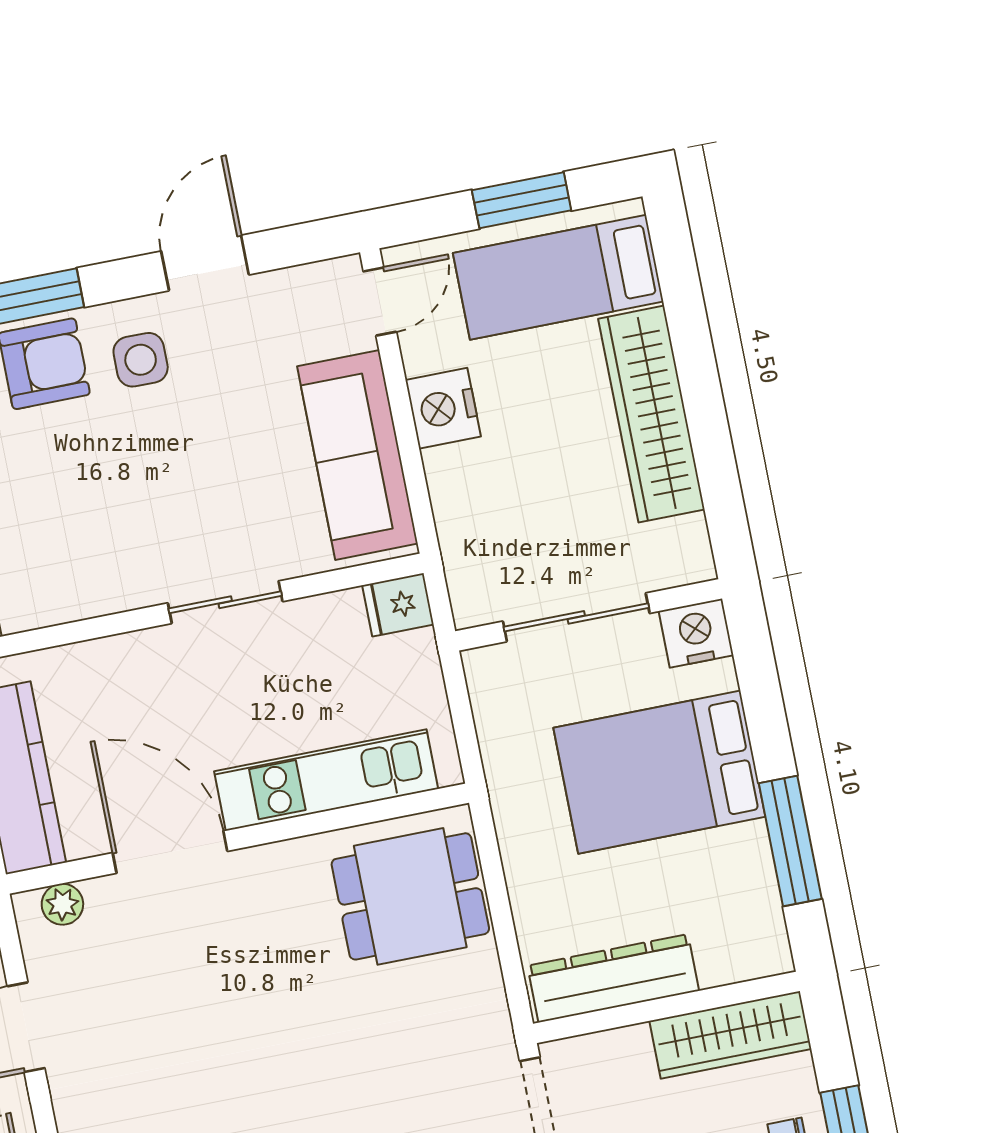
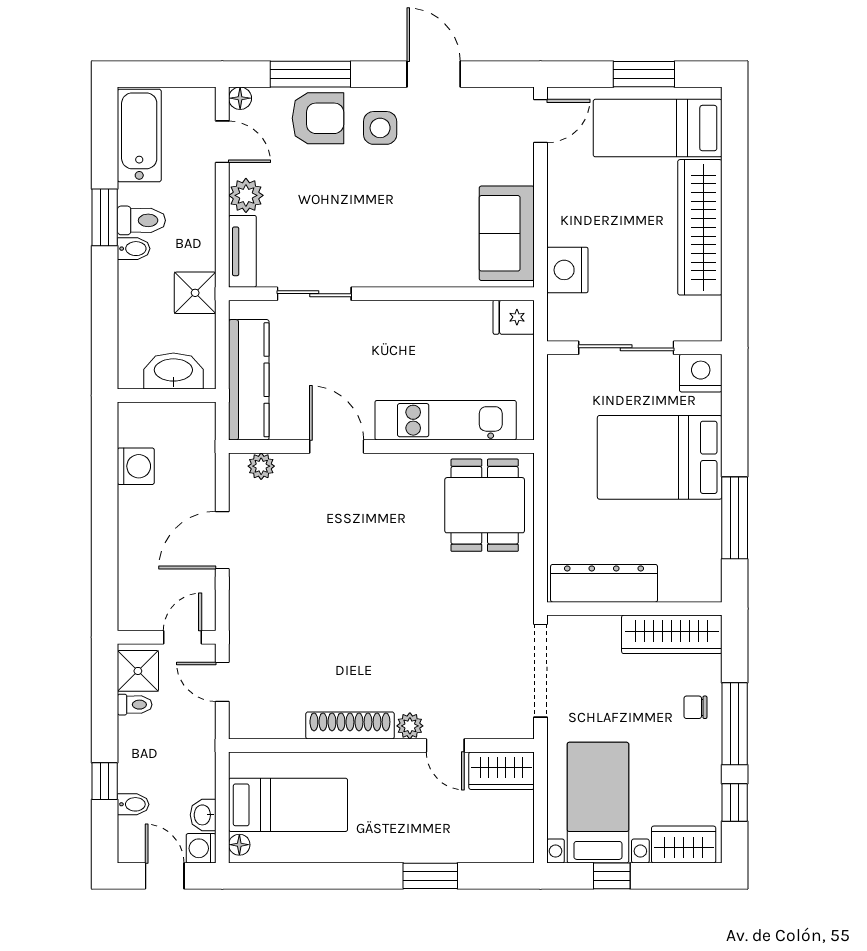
door: (205, 263) -> (434, 74), hinge flipped
nightstand: (443, 408) -> (567, 270), moved
sofa: (357, 455) -> (507, 233), width x0.73
sliding door: (225, 602) -> (314, 294), moved
door: (170, 852) -> (337, 446), width x0.73
dining table: (410, 896) -> (485, 505), turned 90

